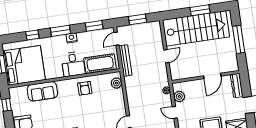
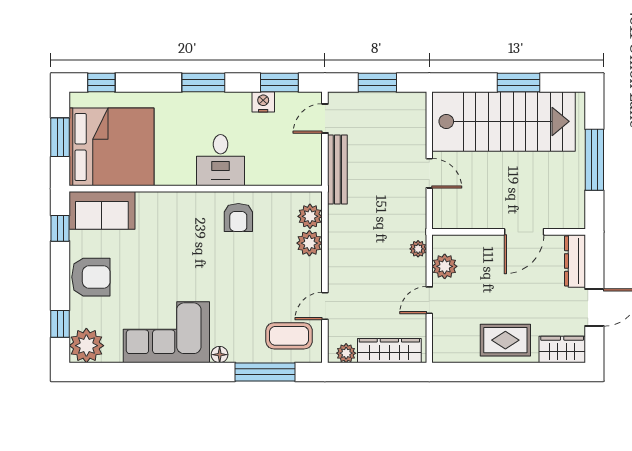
window: (32, 35) -> (101, 83), moved
nightstand: (72, 38) -> (263, 102), moved
door: (166, 56) -> (429, 173), hinge flipped
cot: (100, 64) -> (280, 168), removed
sofa: (42, 91) -> (102, 210), moved
plant: (118, 95) -> (309, 243), added
door: (175, 112) -> (429, 300), hinge flipped

